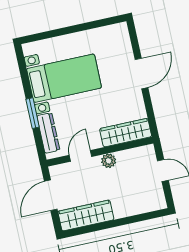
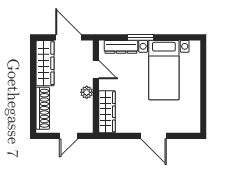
shoe rack: (138, 207) -> (43, 108), added

